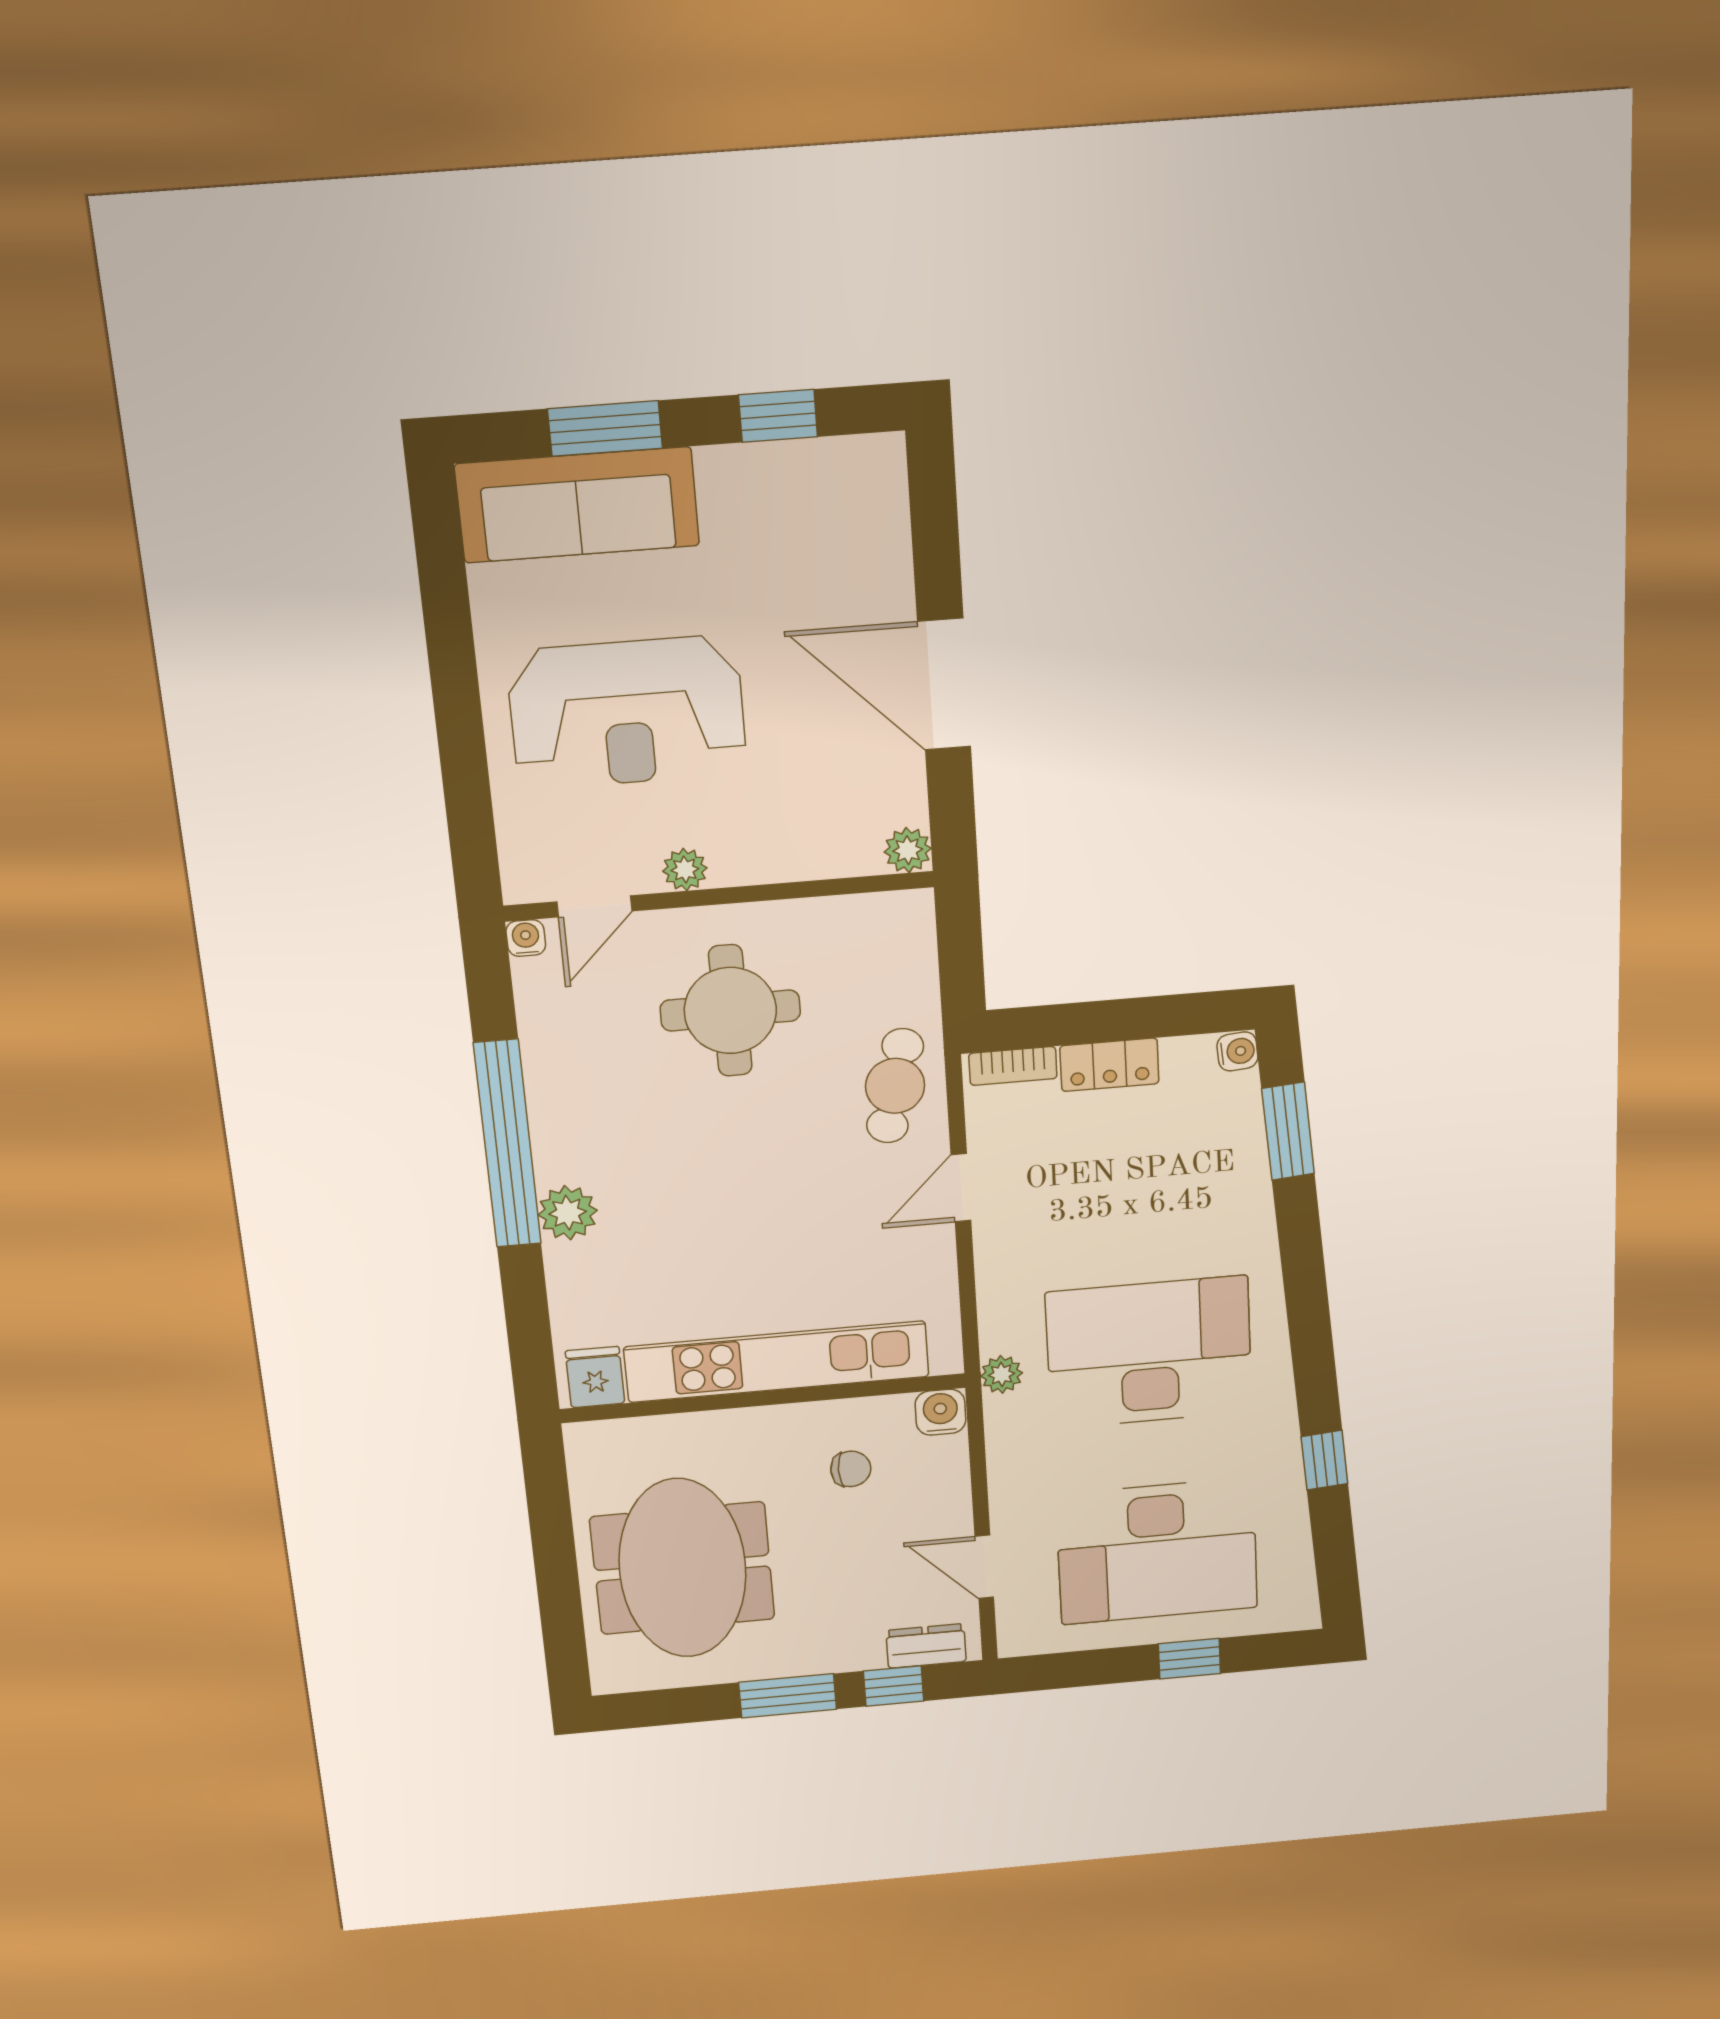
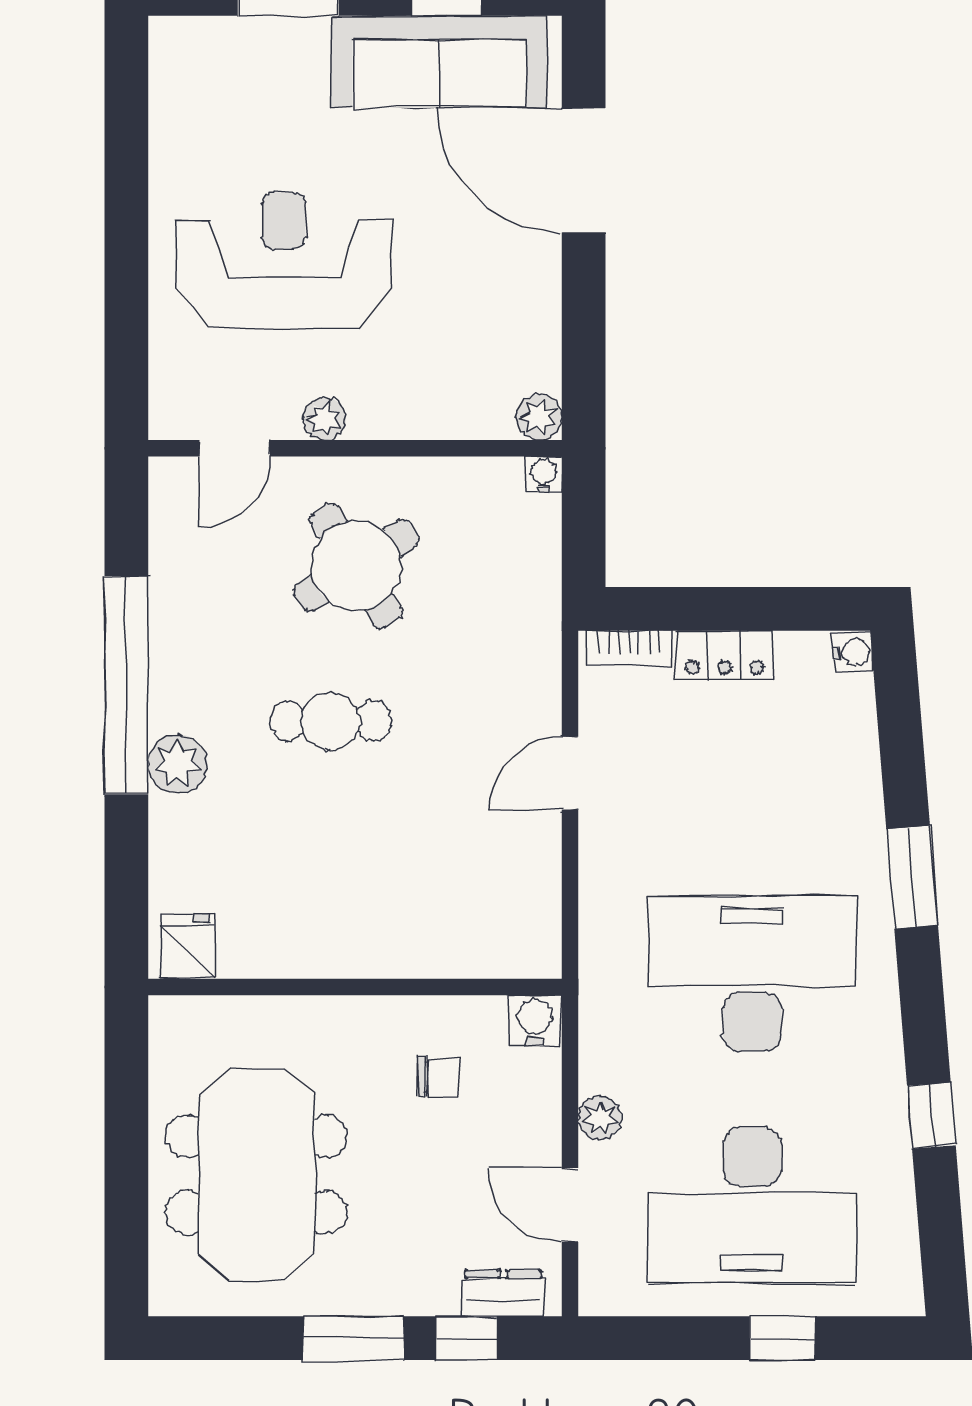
sofa: (577, 505) -> (439, 62), moved
door: (944, 684) -> (584, 170), moved
reception desk: (627, 712) -> (284, 260), turned 180
water cooler: (526, 938) -> (544, 474), moved
round table: (730, 1011) -> (356, 565), turned -32
cafe table: (895, 1086) -> (330, 721), moved, turned 76
window: (1288, 1131) -> (912, 877), moved
kitchen unit: (777, 1362) -> (372, 947), removed
plant: (1002, 1374) -> (600, 1118), moved

